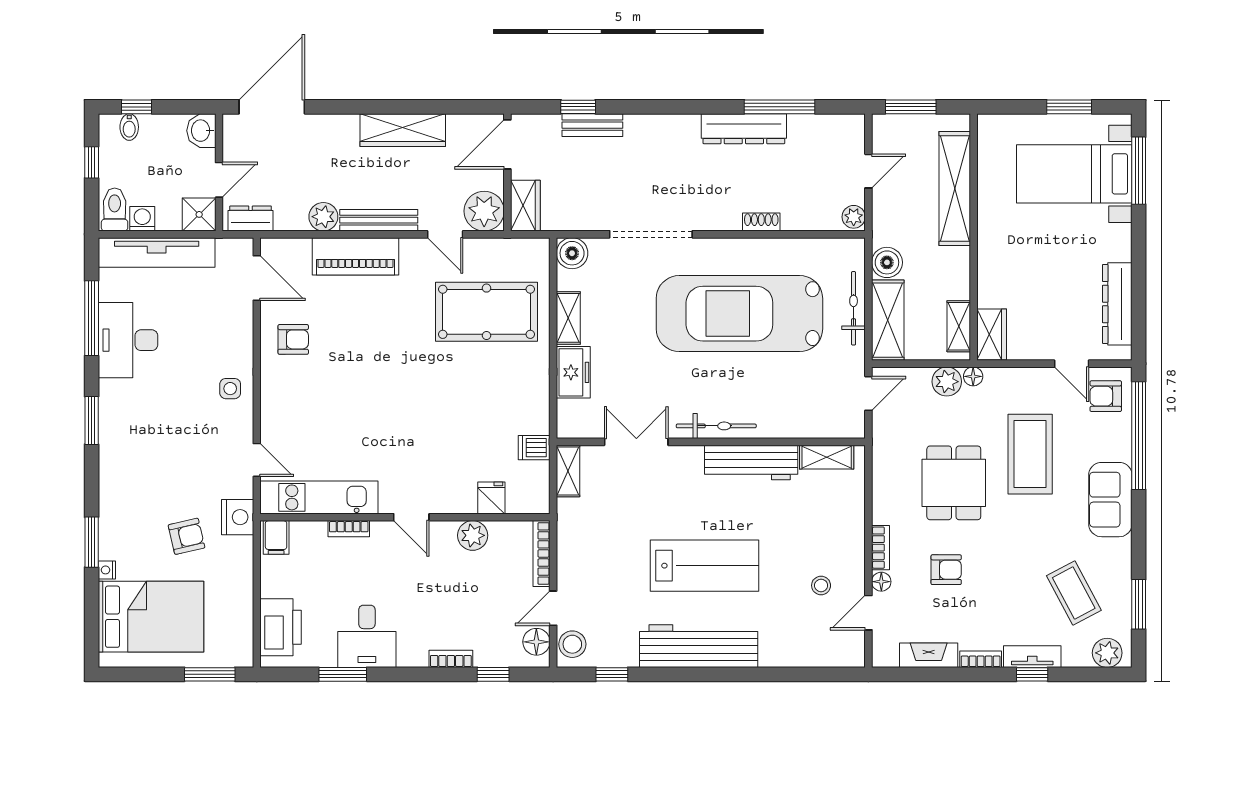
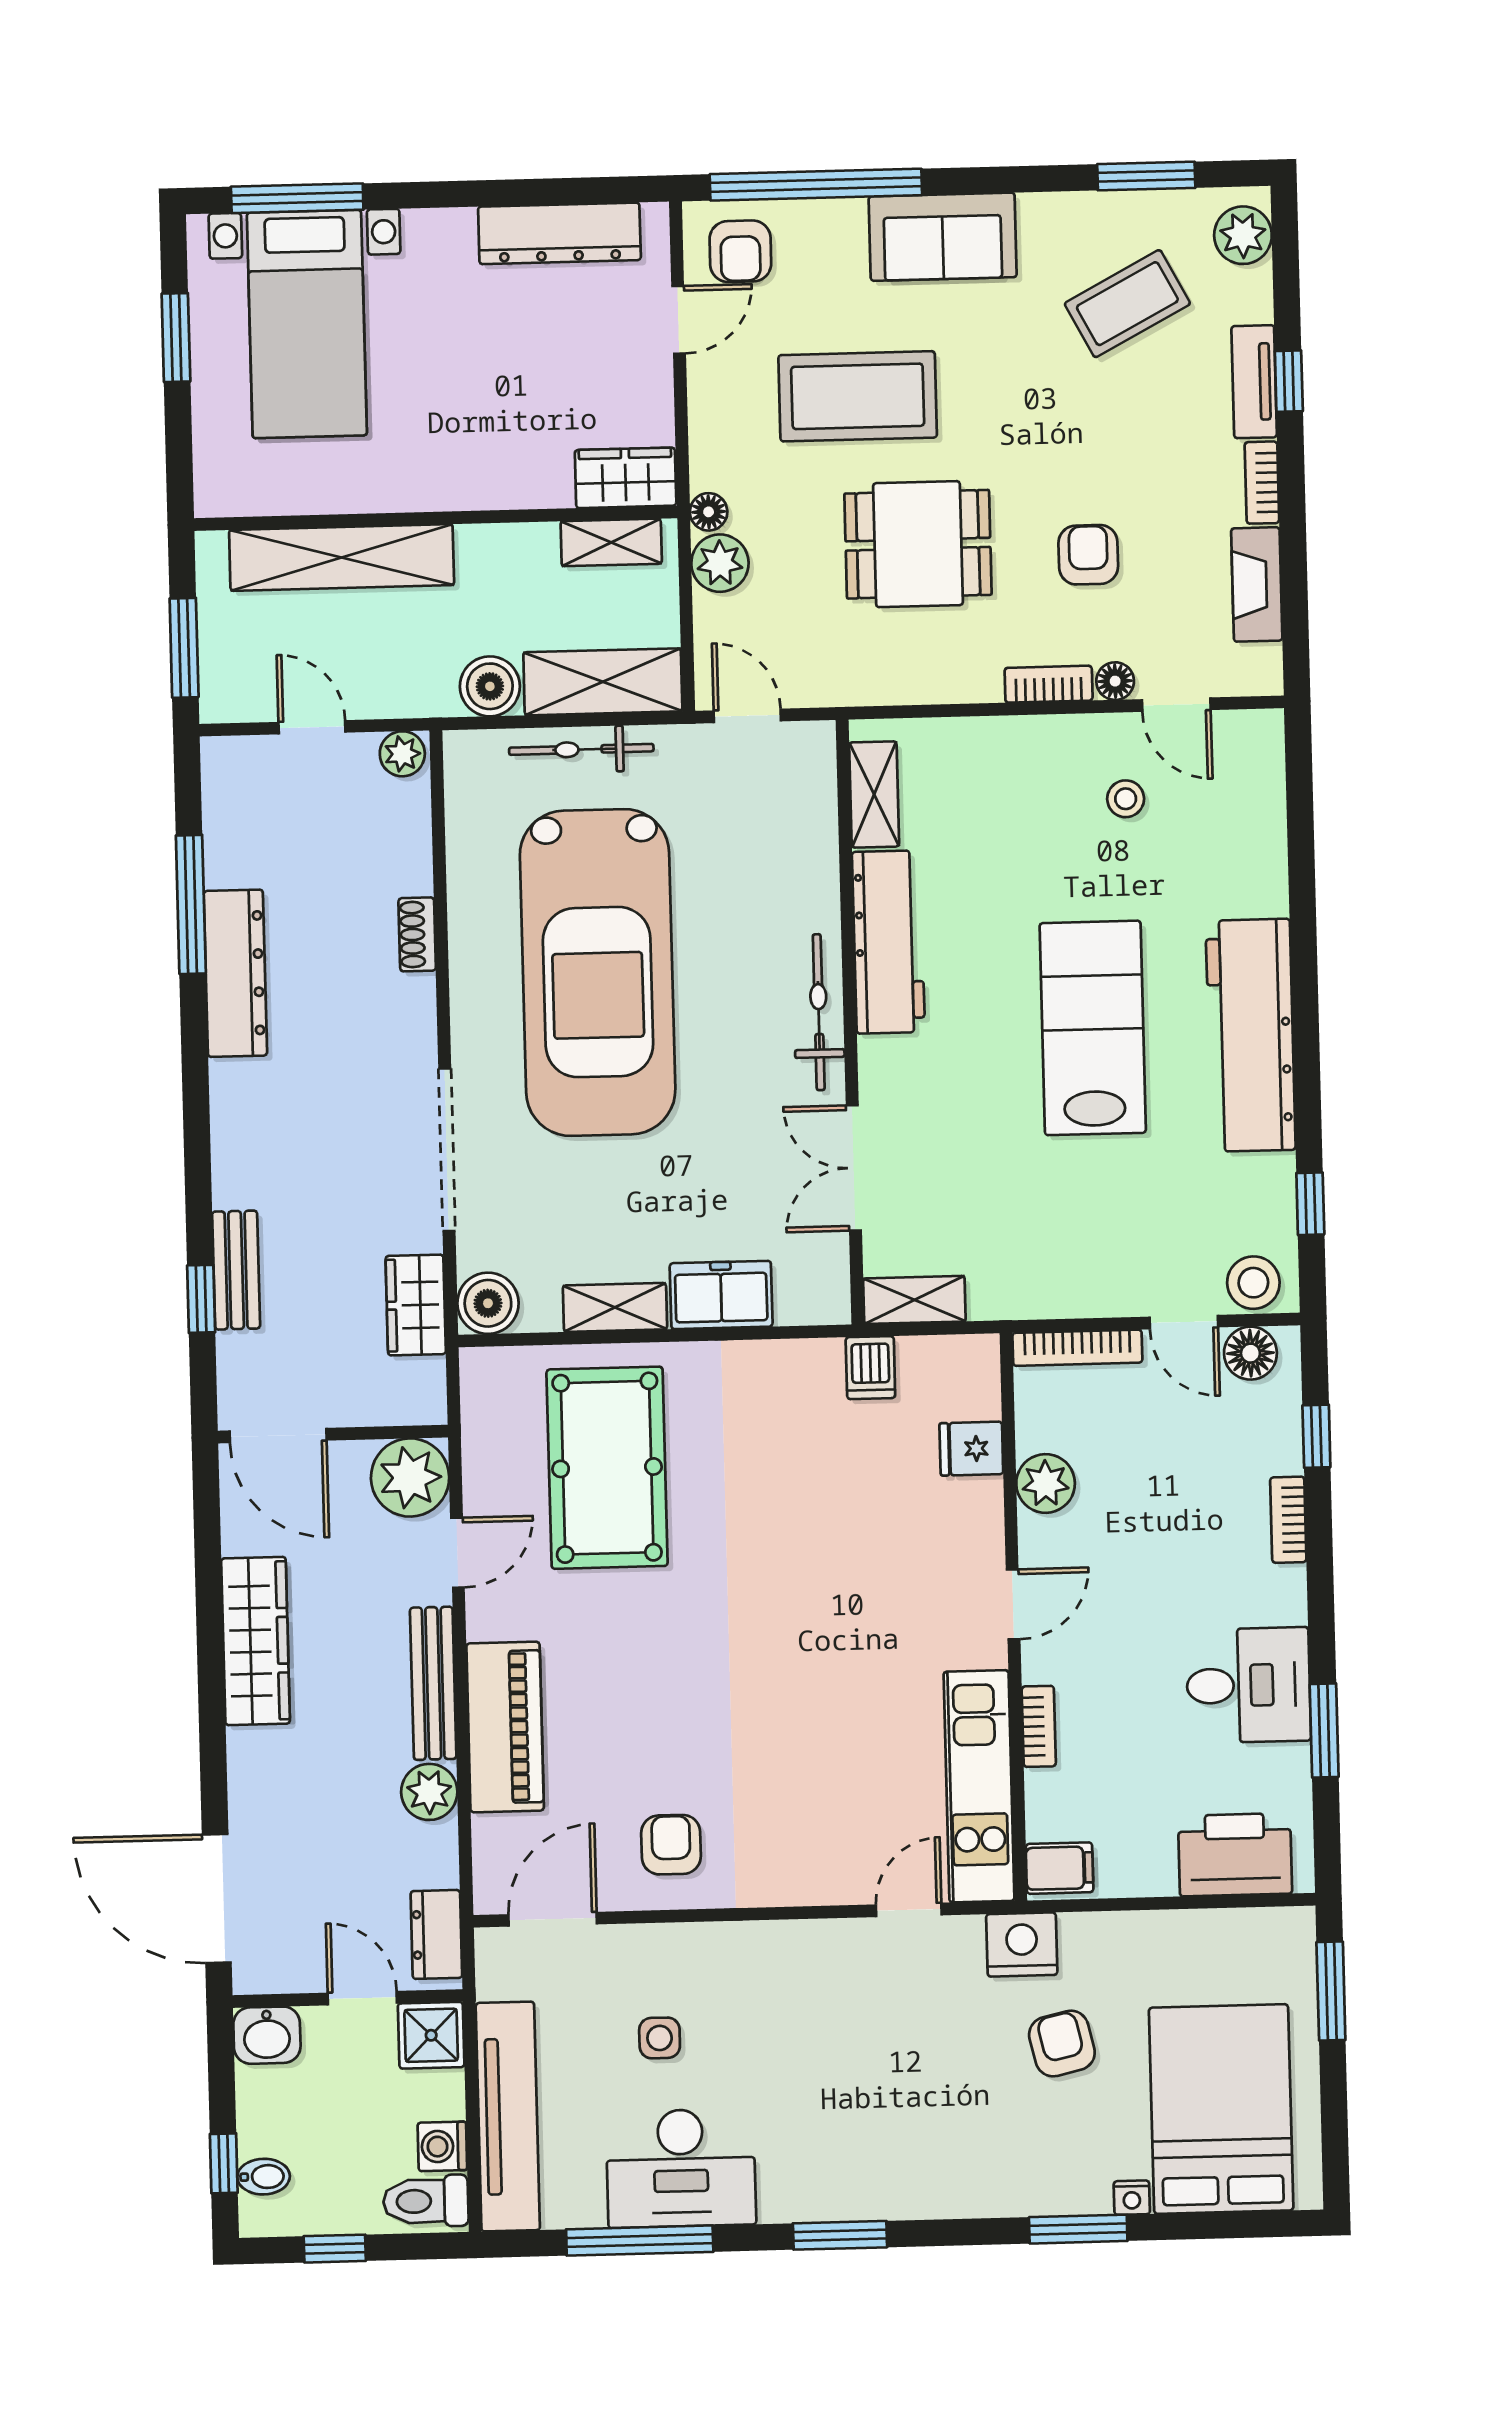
wardrobe: (525, 205) -> (416, 1305), moved, turned -90
side table: (230, 389) -> (660, 2038), moved

